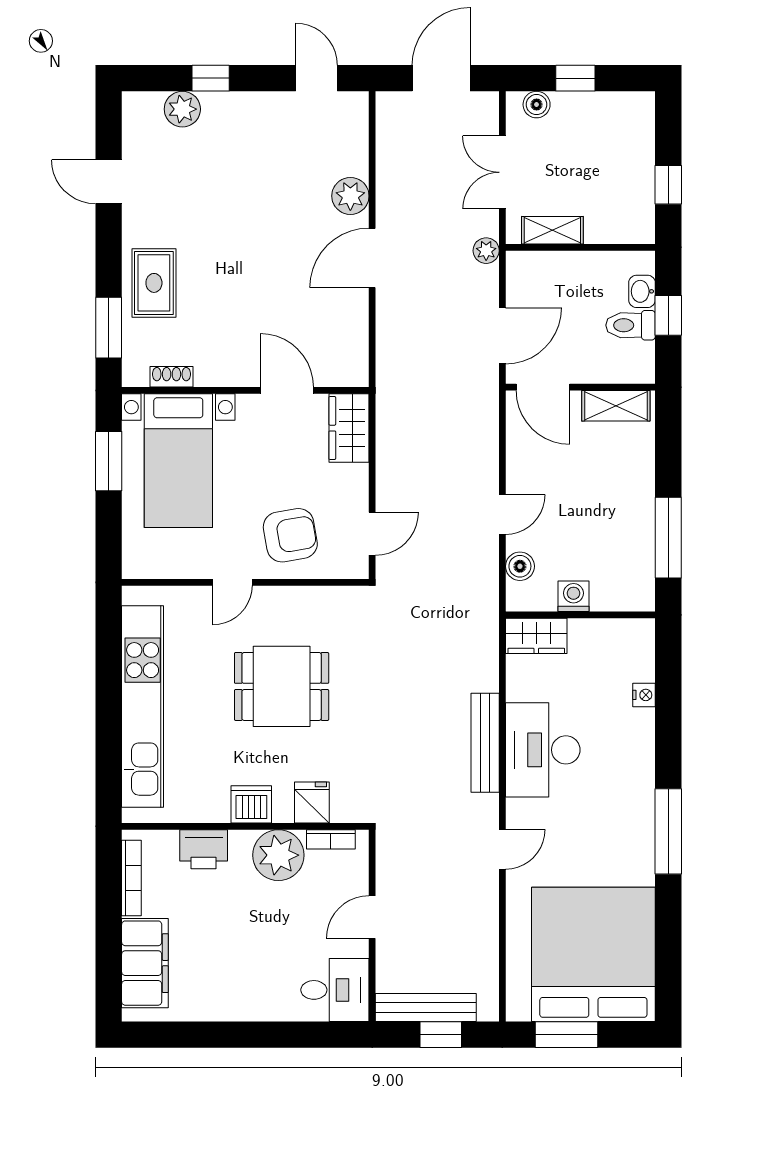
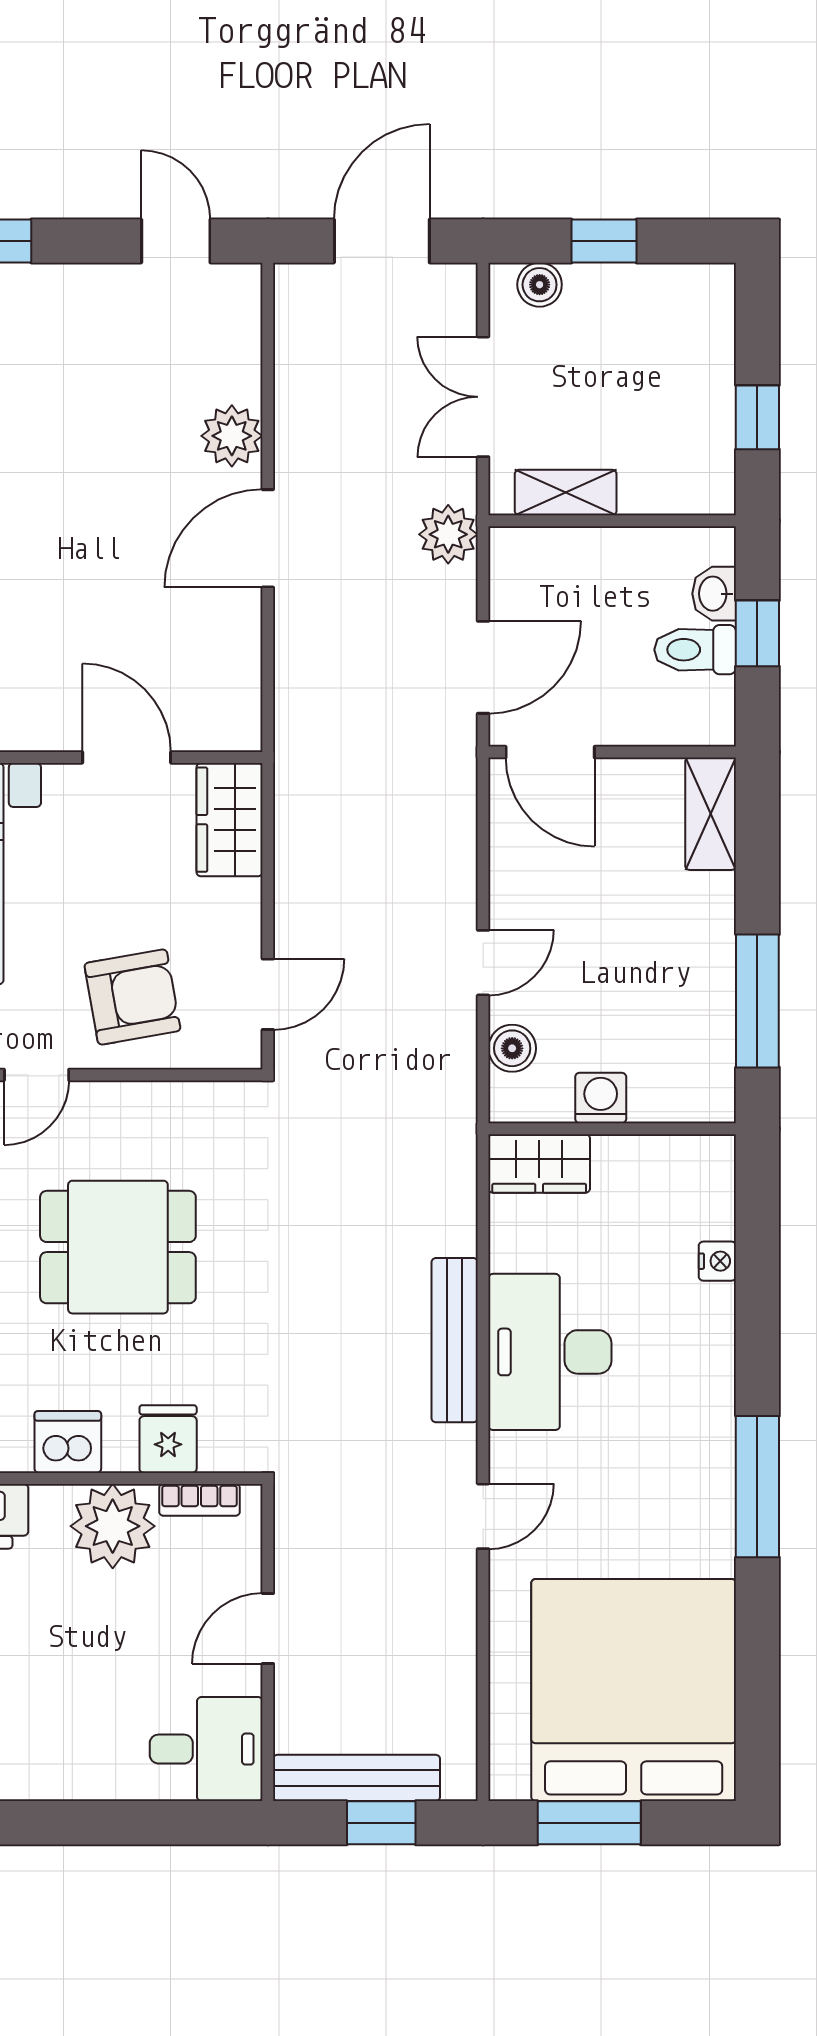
plant: (486, 251) -> (448, 534), width x1.38, depth x1.38
shelving: (616, 406) -> (711, 814), moved, turned 90

